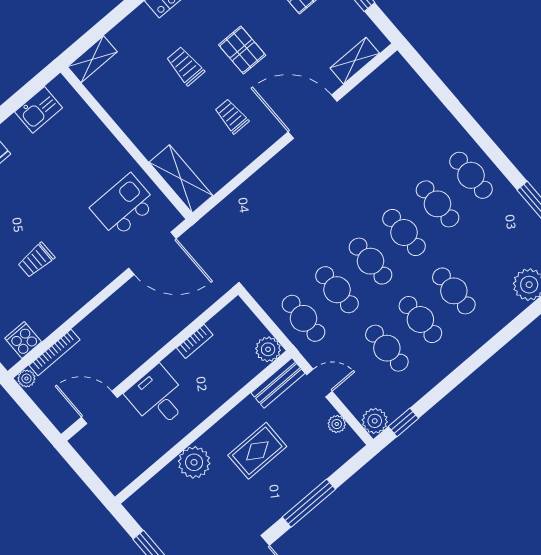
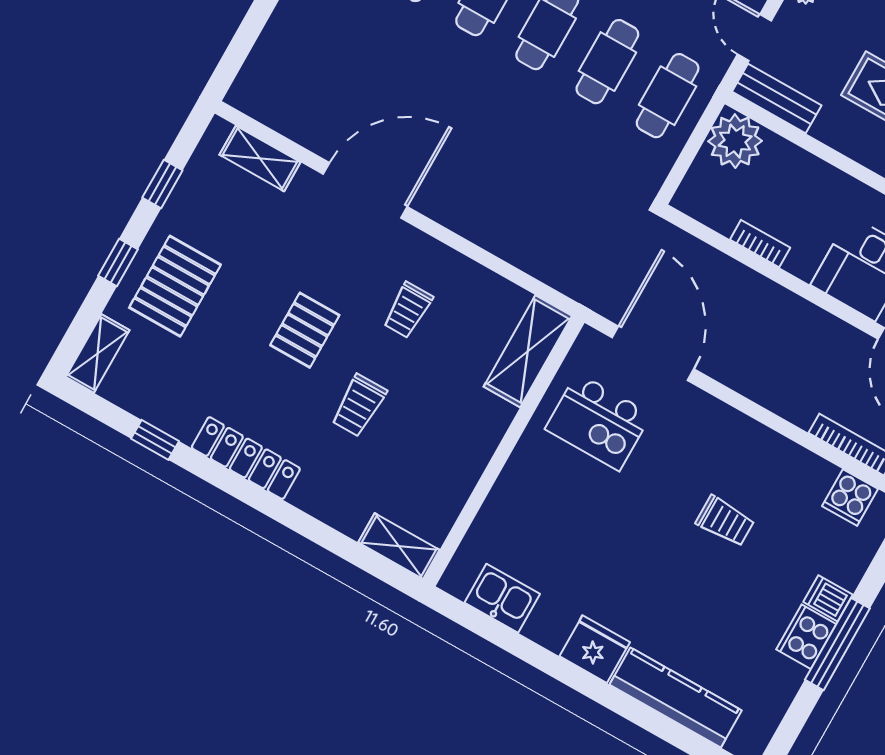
door: (313, 117) -> (365, 190), swing flipped
plant: (268, 349) -> (735, 141), width x1.36, depth x1.36

